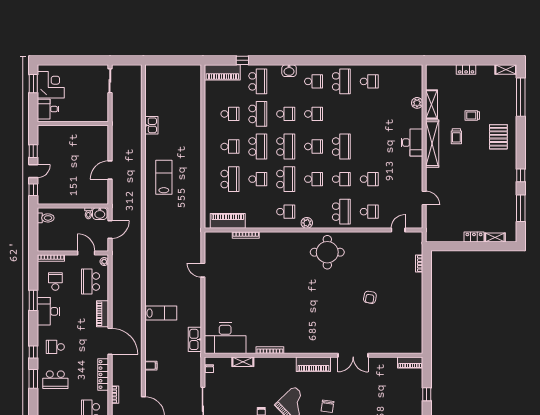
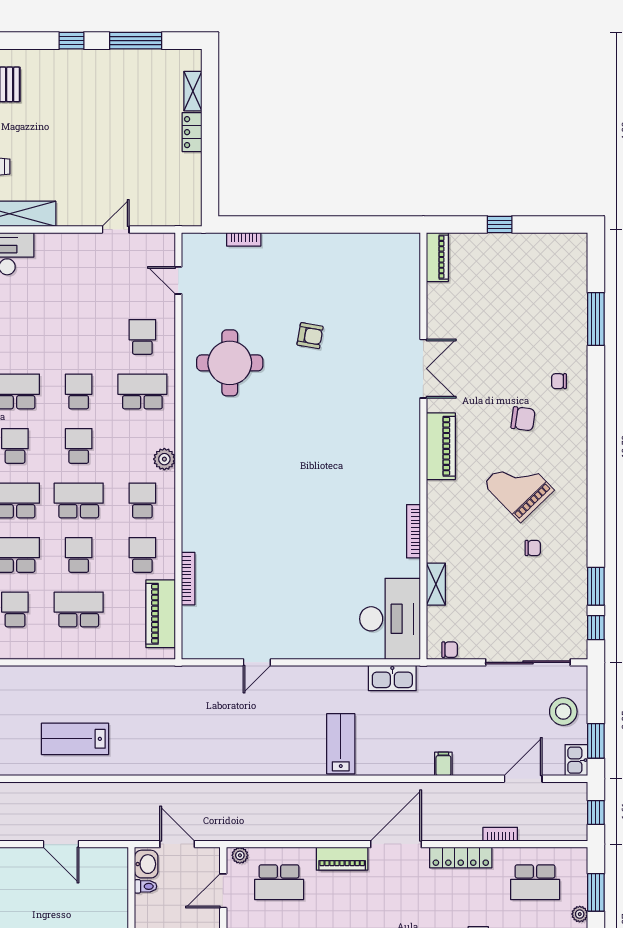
school desk: (369, 179) -> (142, 555), moved
round table: (327, 252) -> (230, 363), moved

